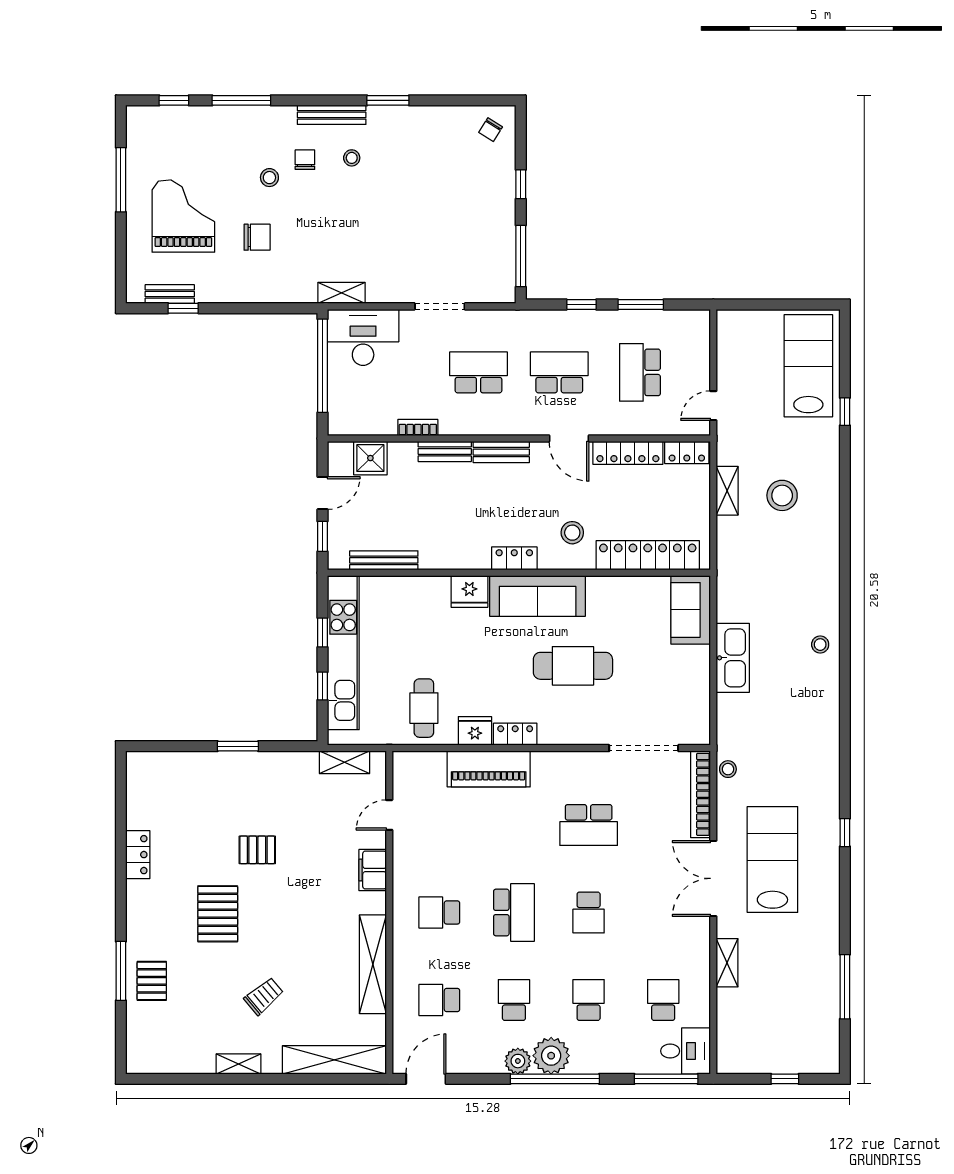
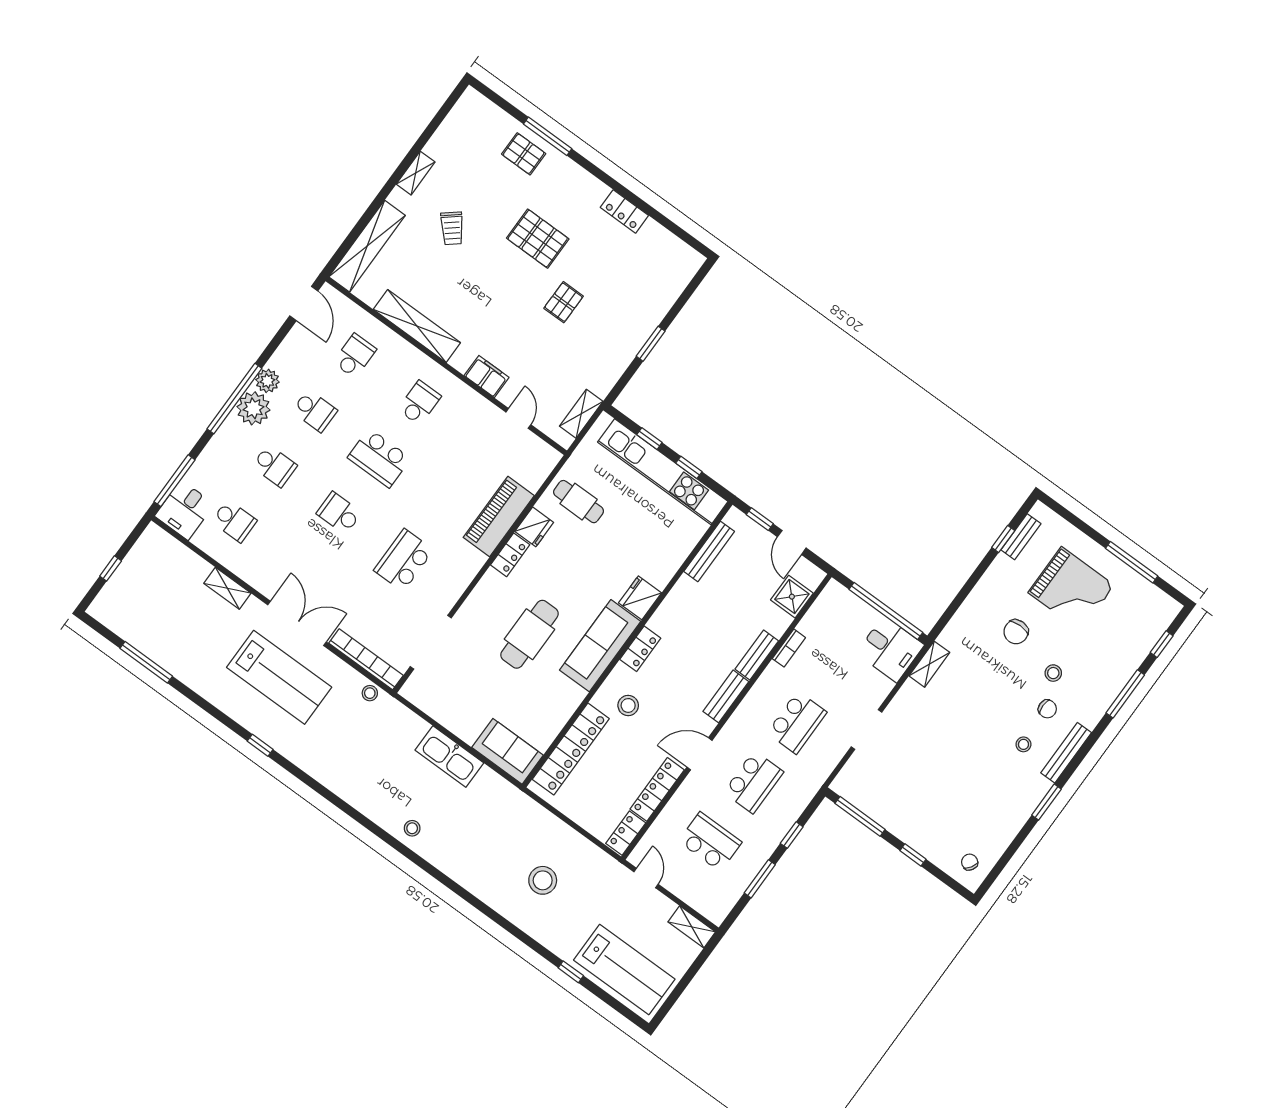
desk: (363, 337) -> (890, 649), width x0.73
shelving: (727, 491) -> (692, 927), moved

